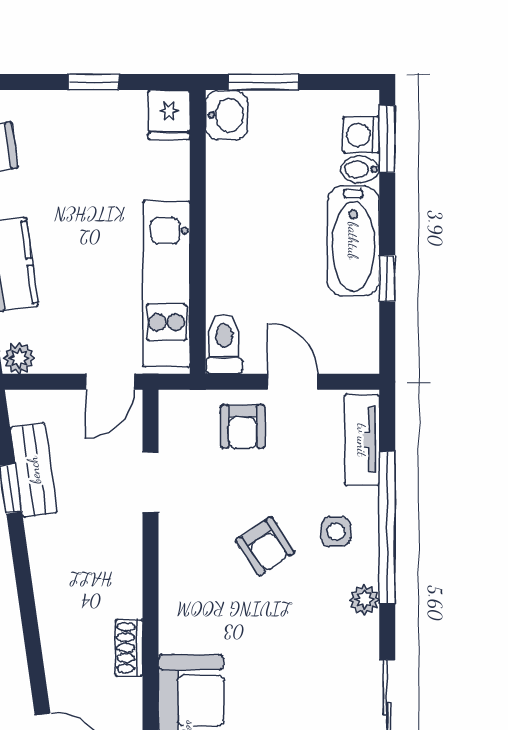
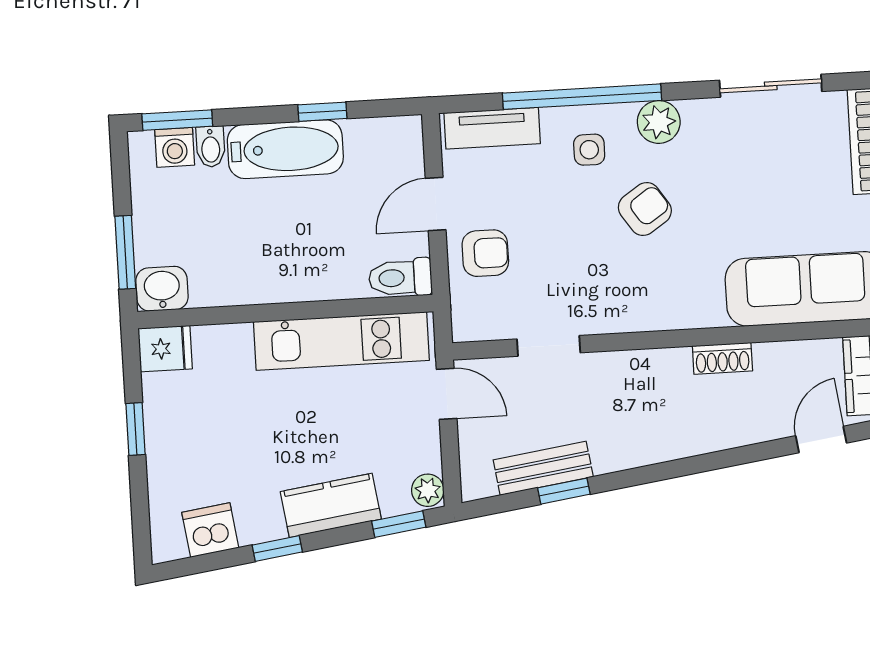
armchair: (265, 546) -> (645, 209), moved
plant: (364, 600) -> (659, 122), width x1.38, depth x1.38

